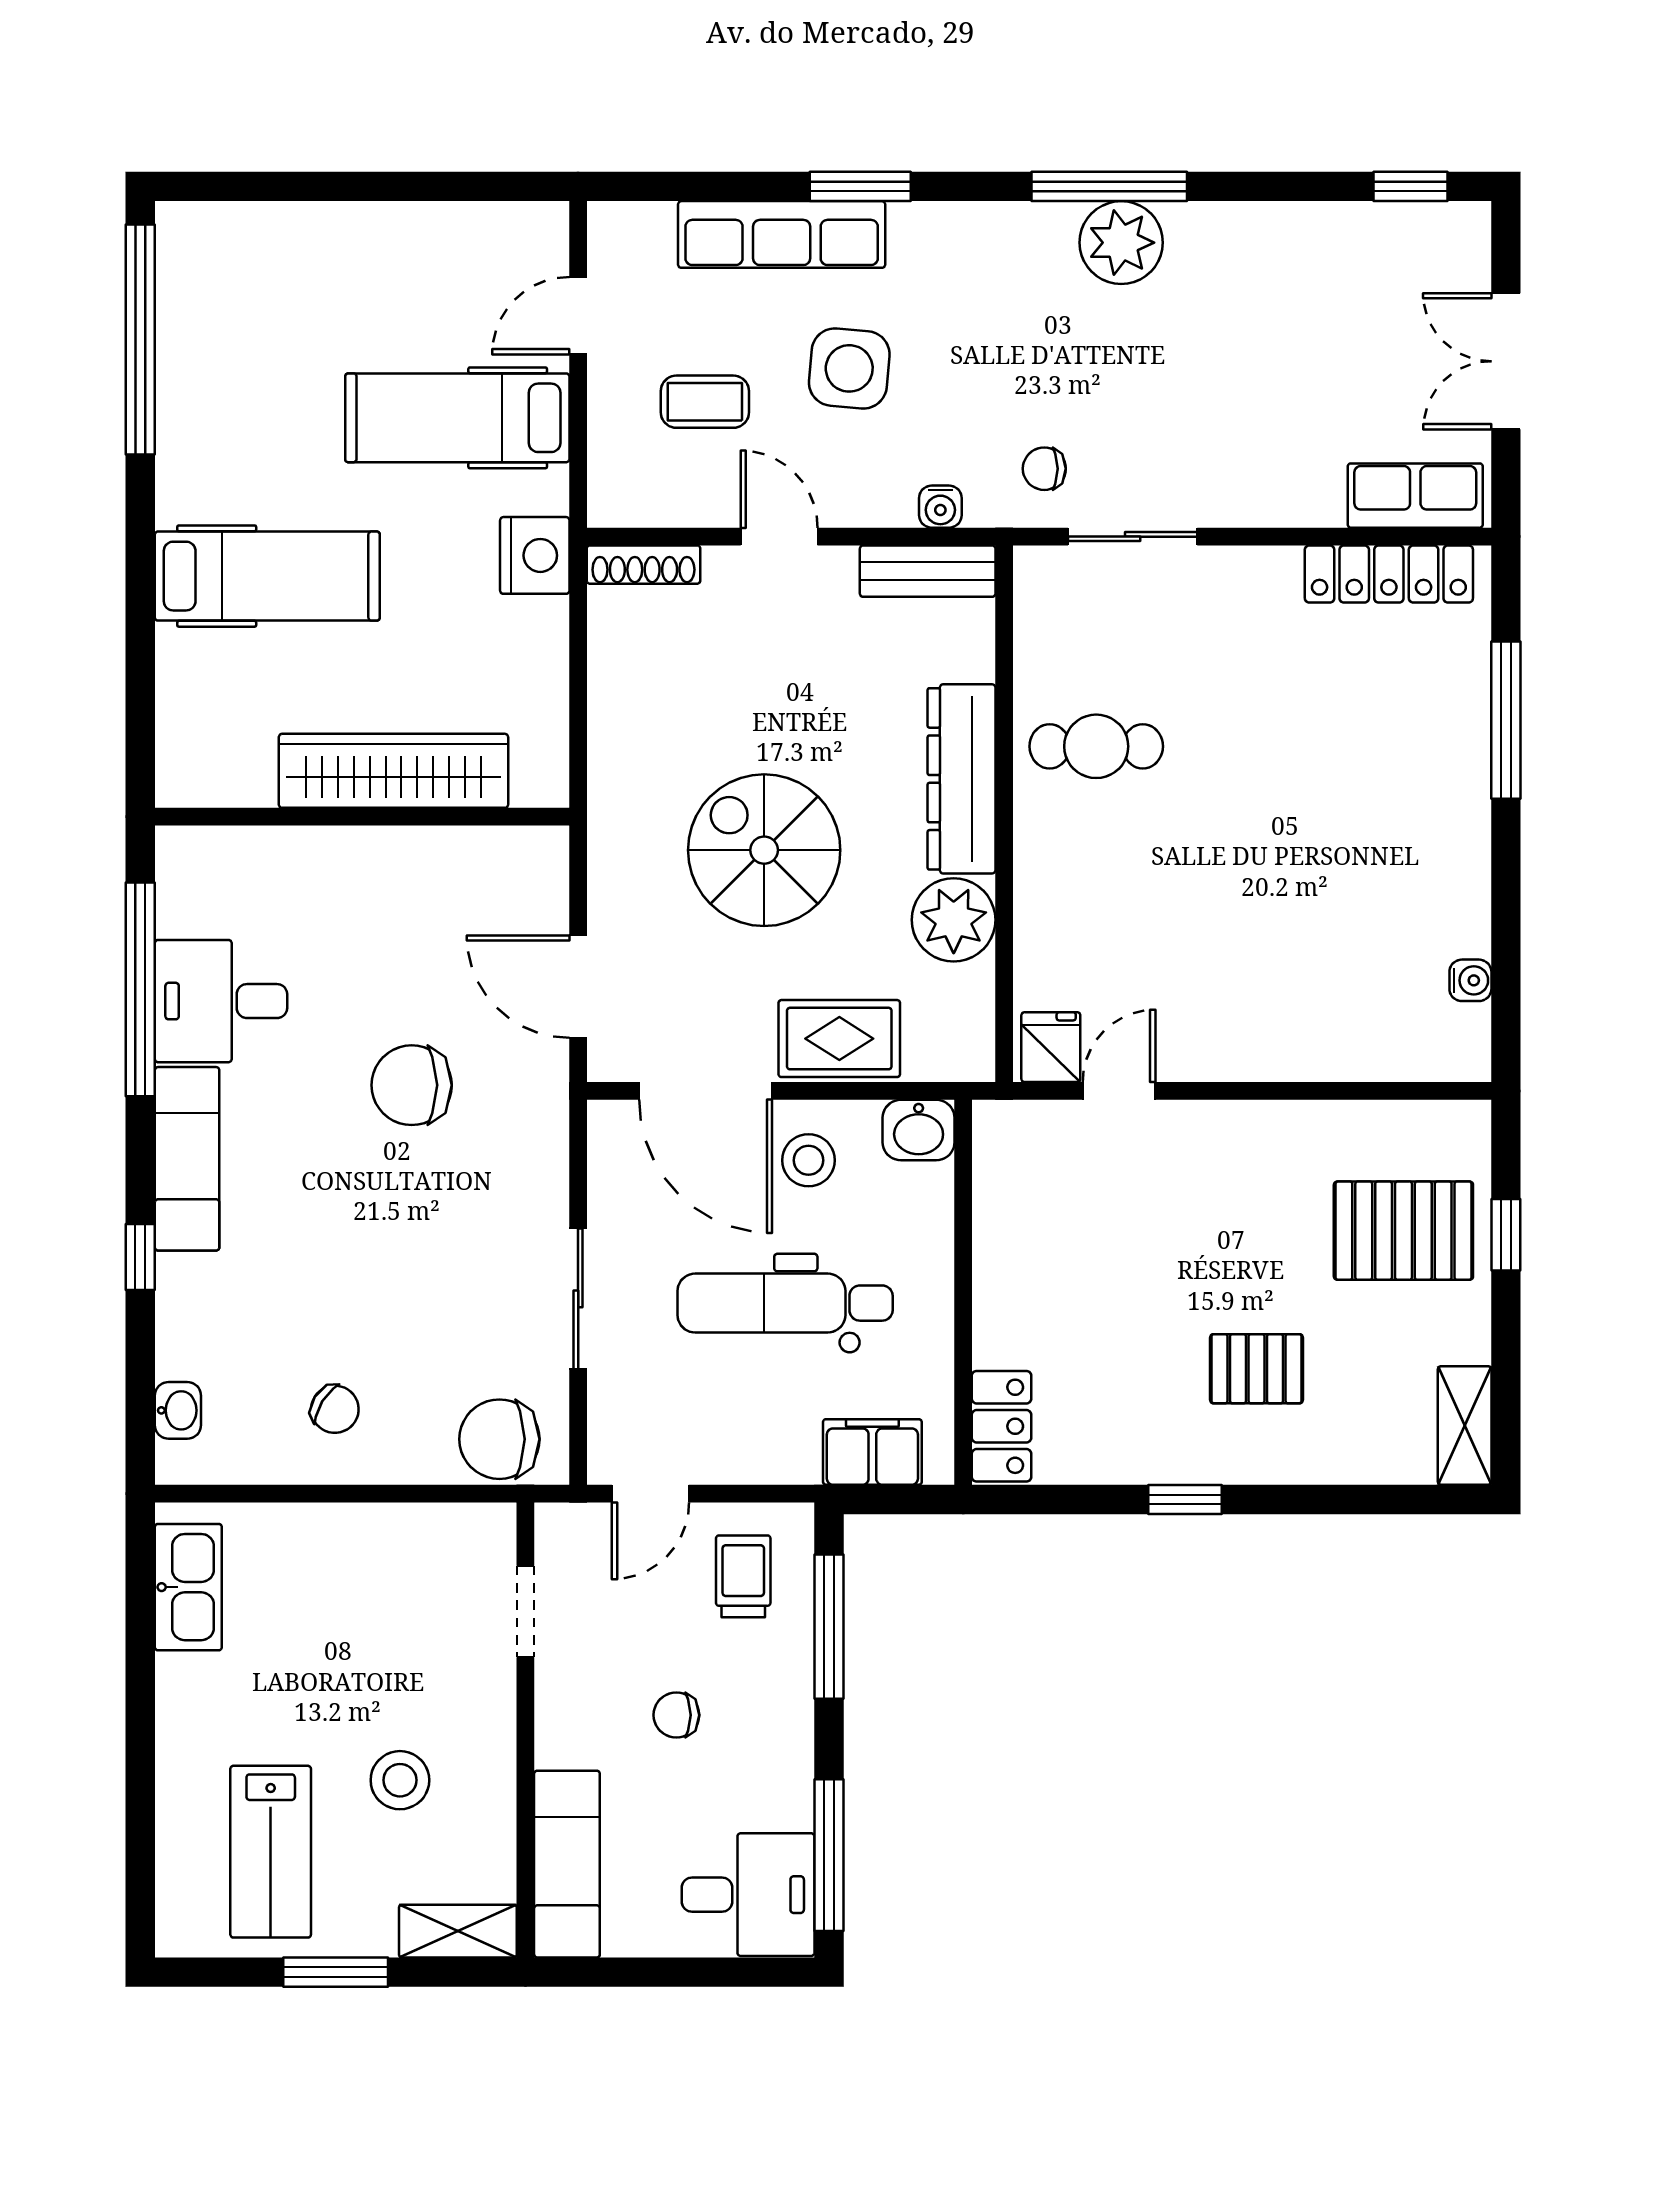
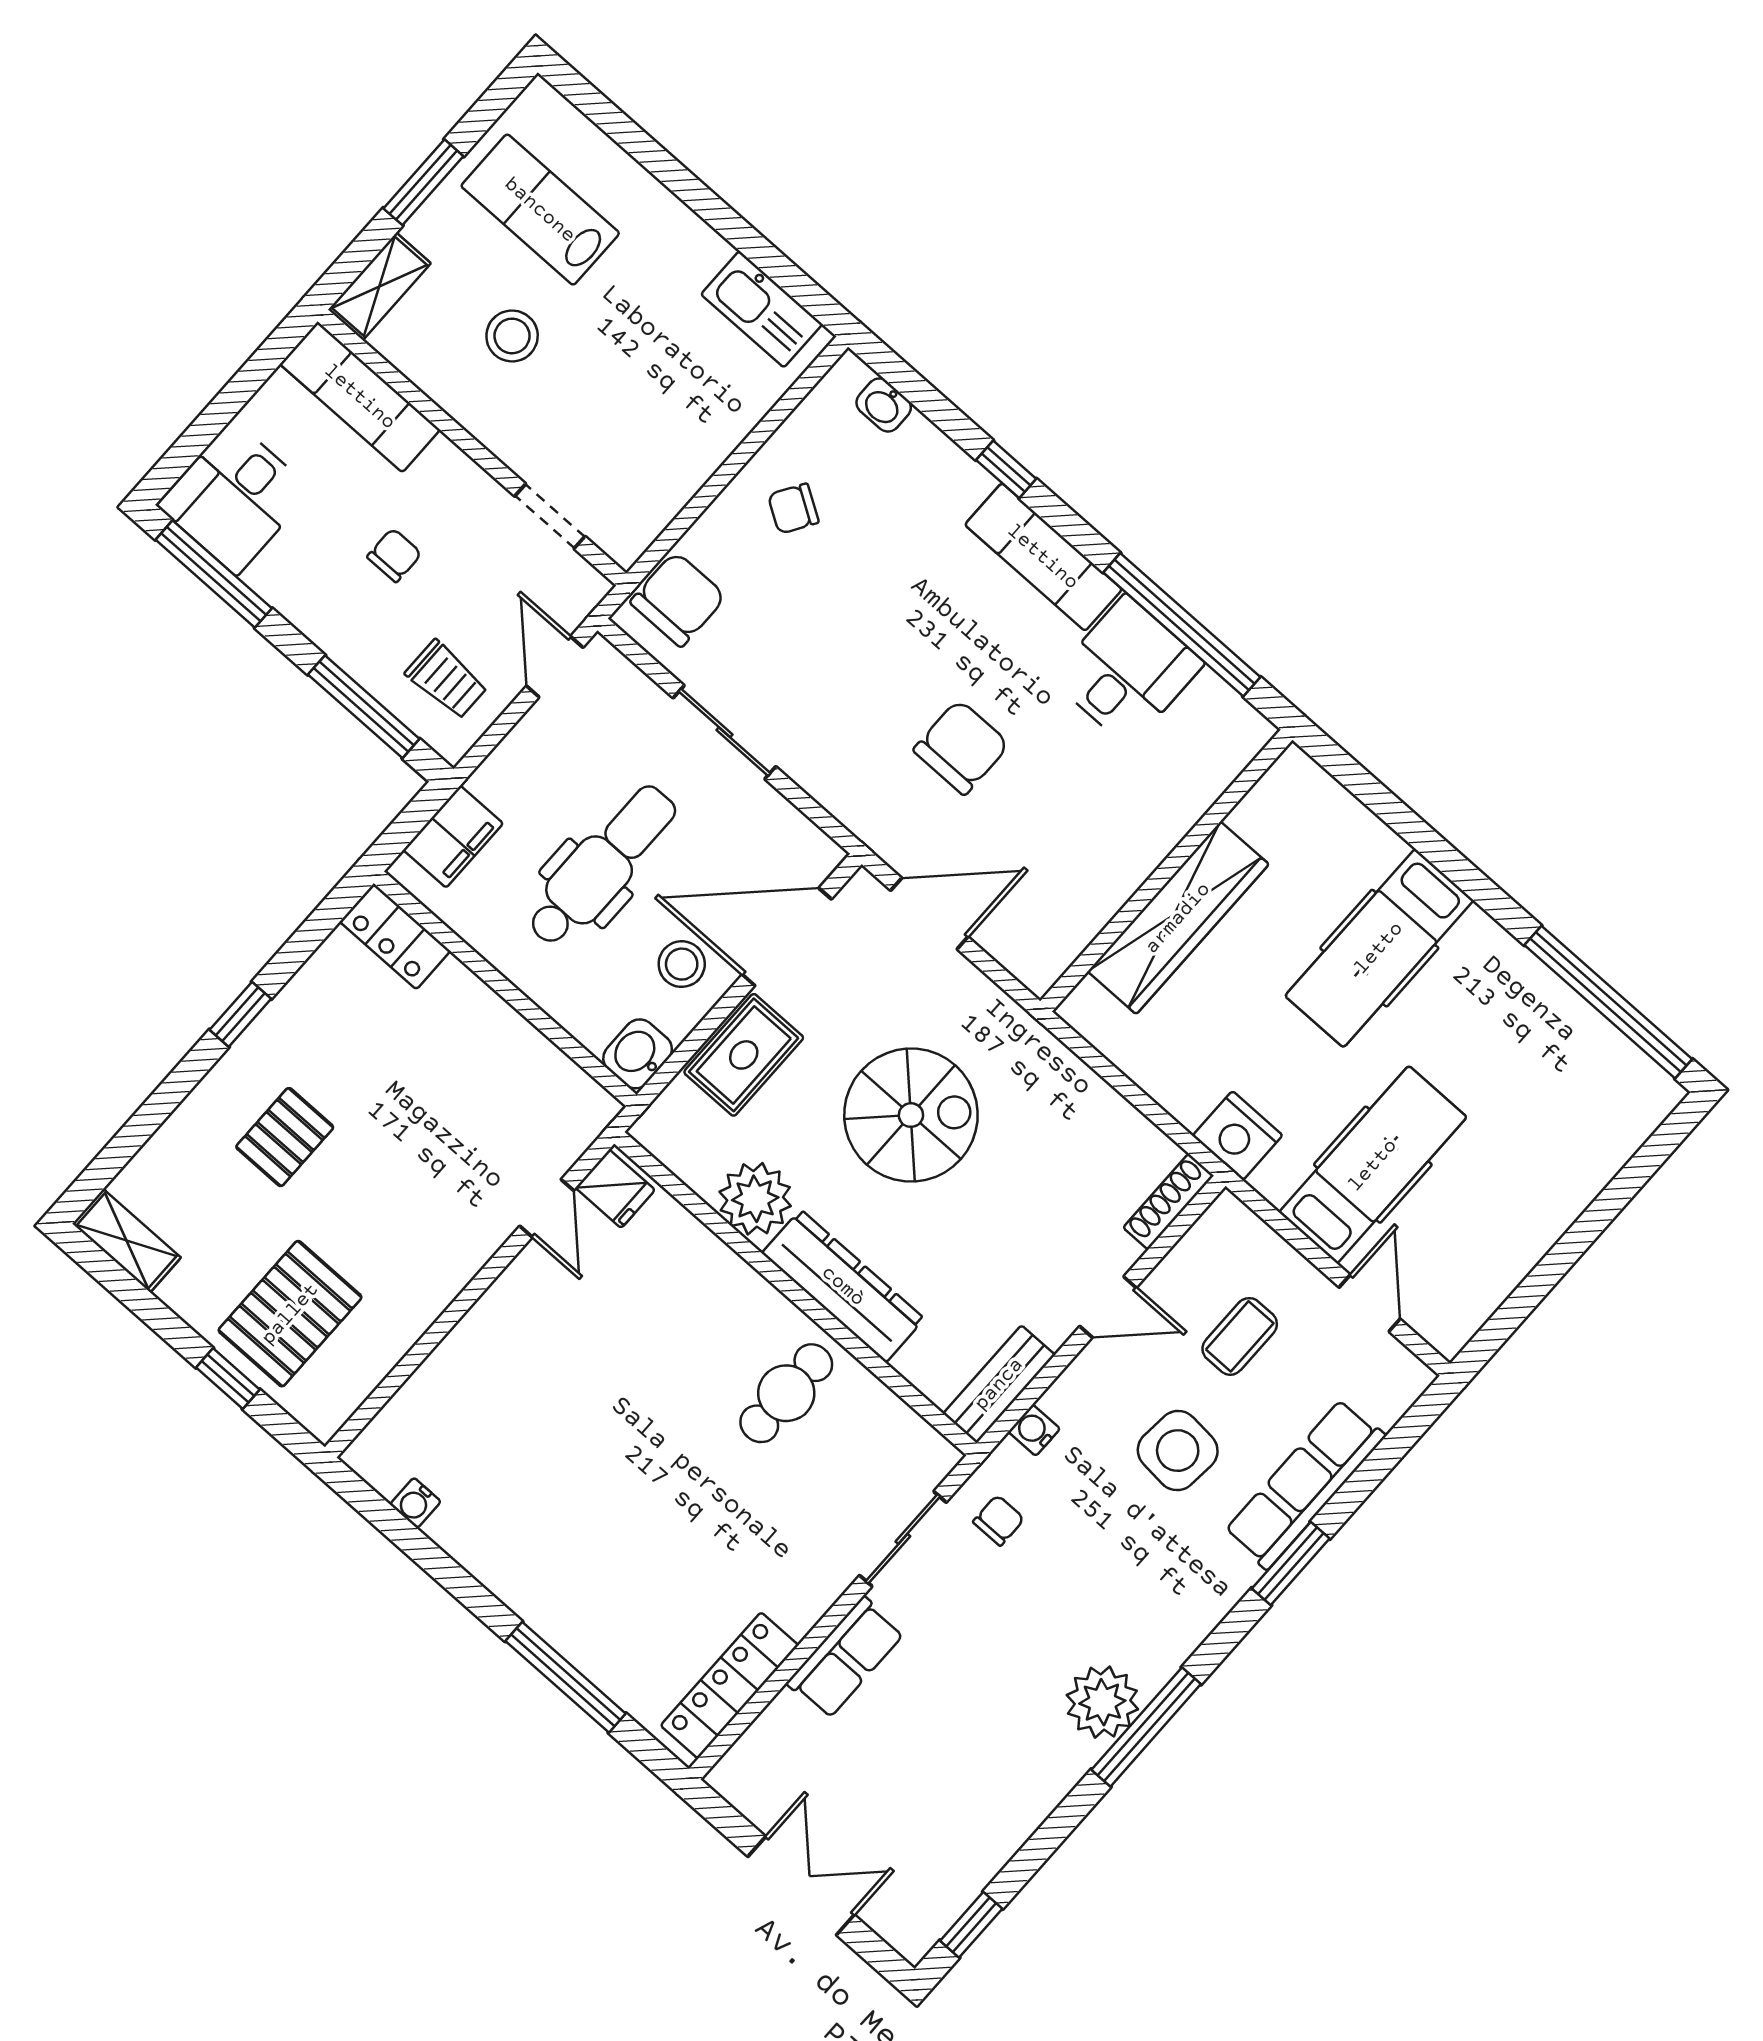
row of seats: (1415, 496) -> (846, 1658), moved

